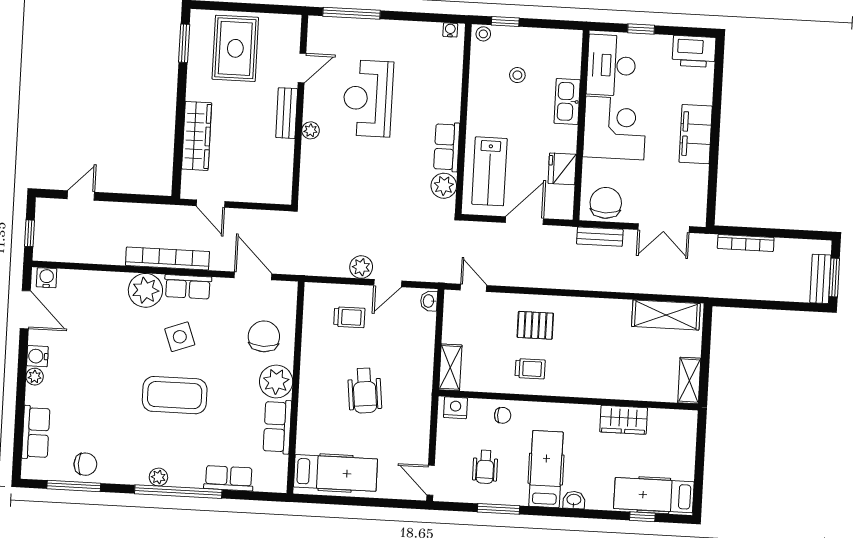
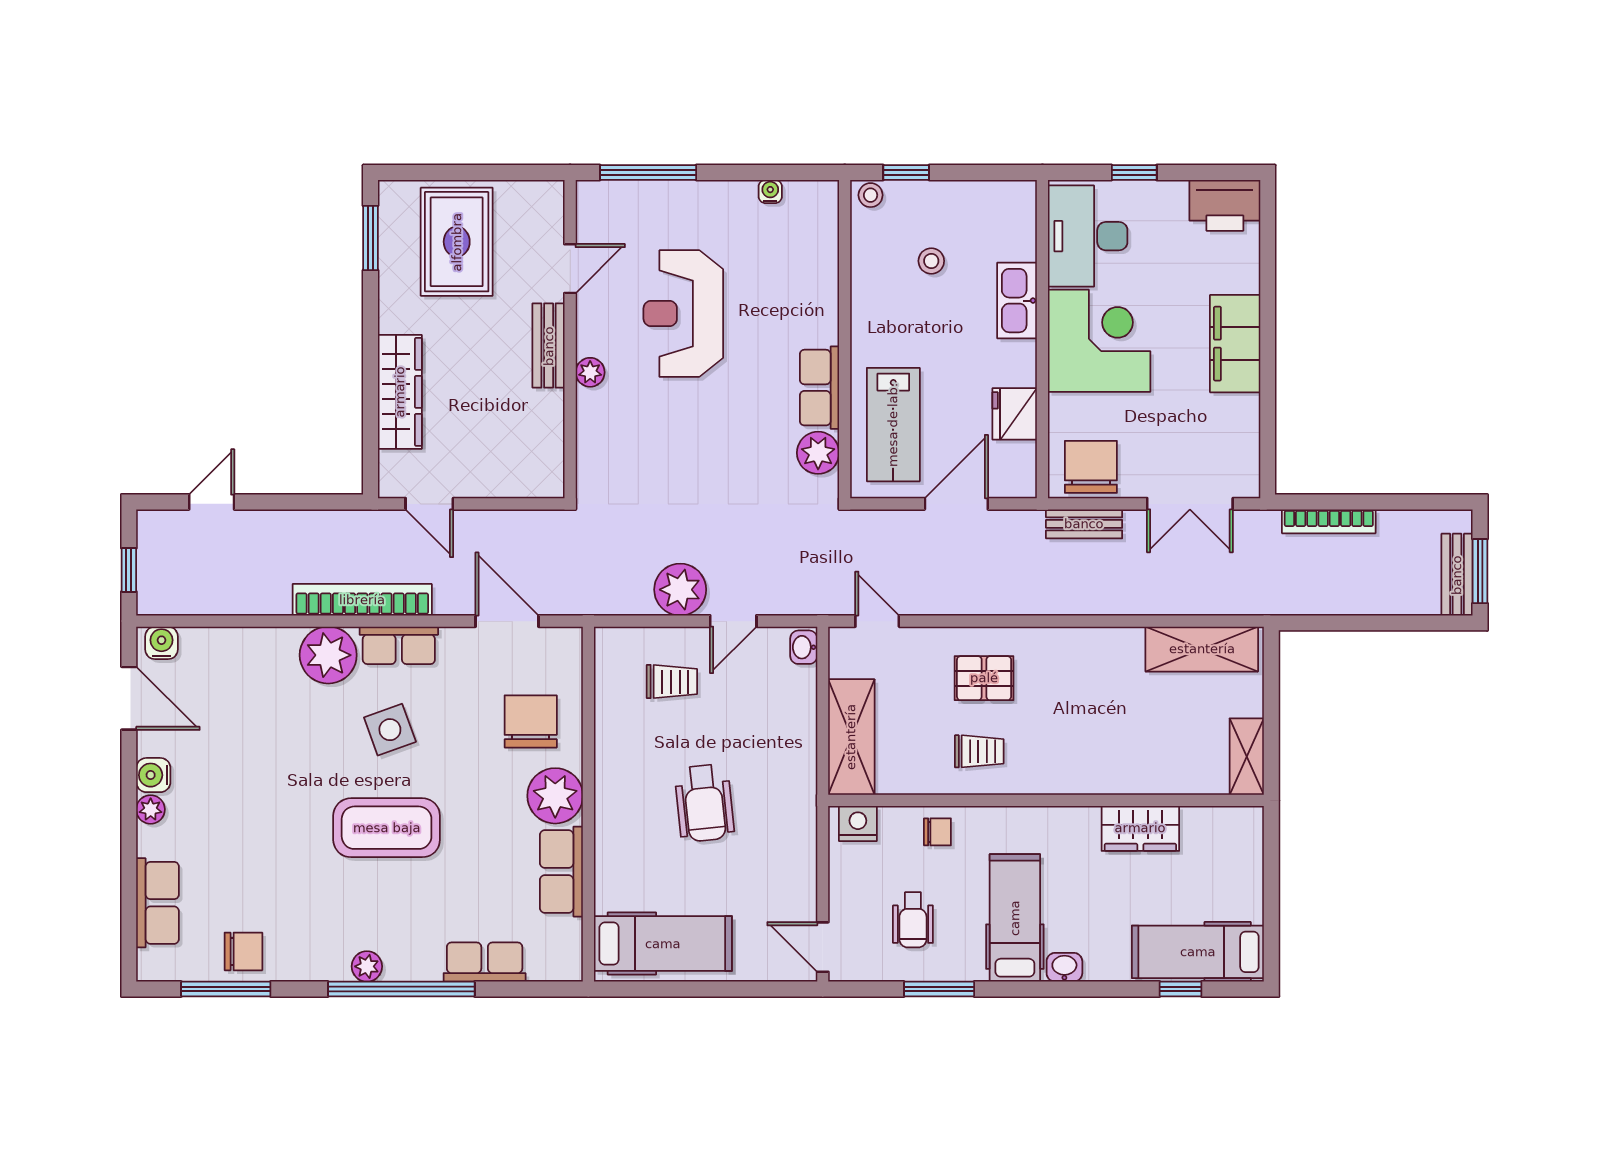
water cooler: (450, 30) -> (770, 191), moved
plant: (361, 267) -> (680, 590), width x1.36, depth x1.36
shelving: (450, 367) -> (851, 737), width x1.50, depth x1.33

